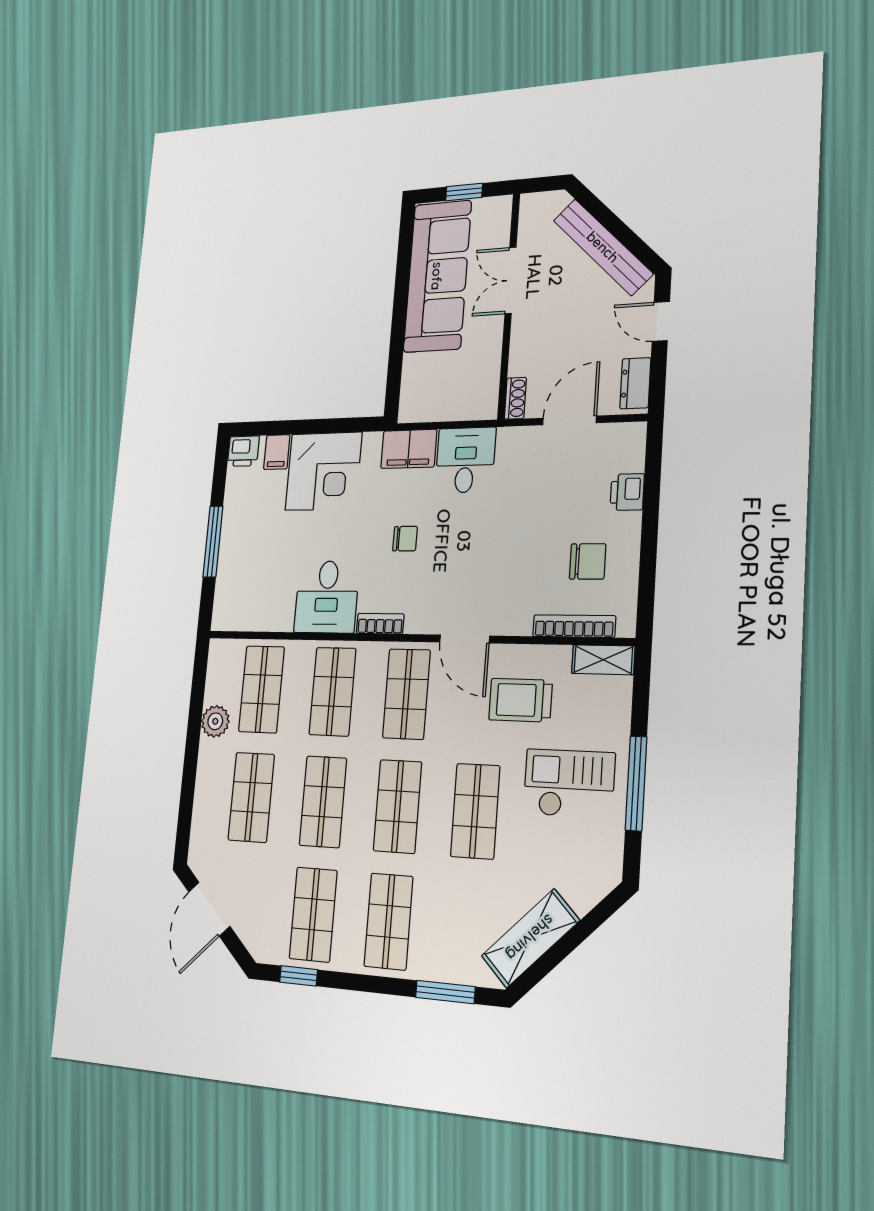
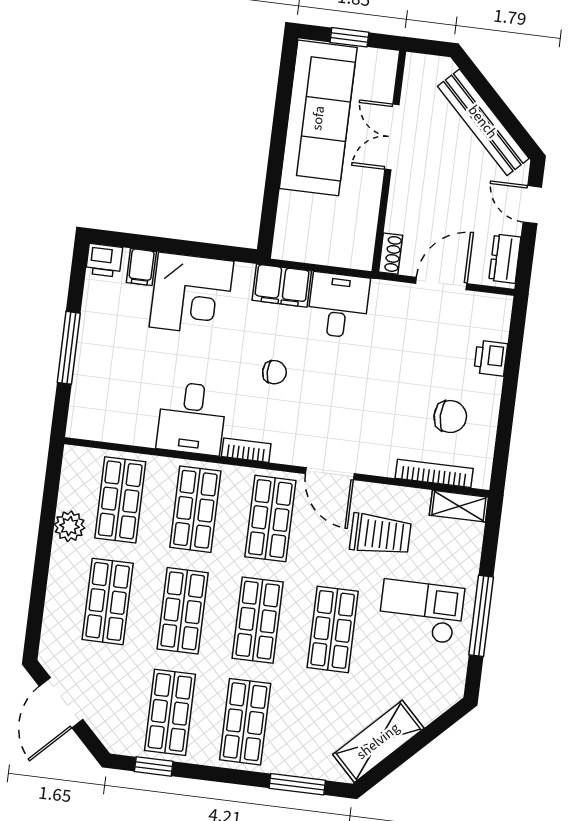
trolley: (520, 700) -> (380, 535), turned 180

